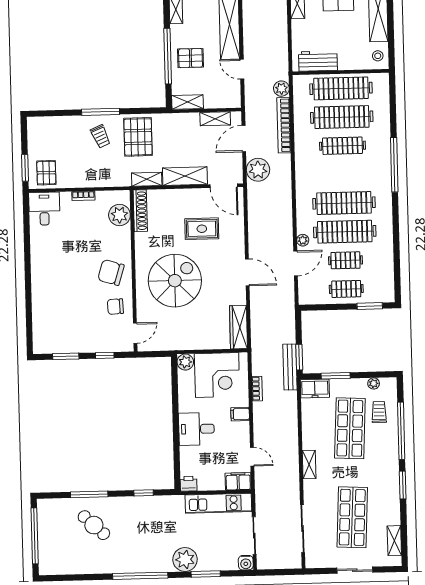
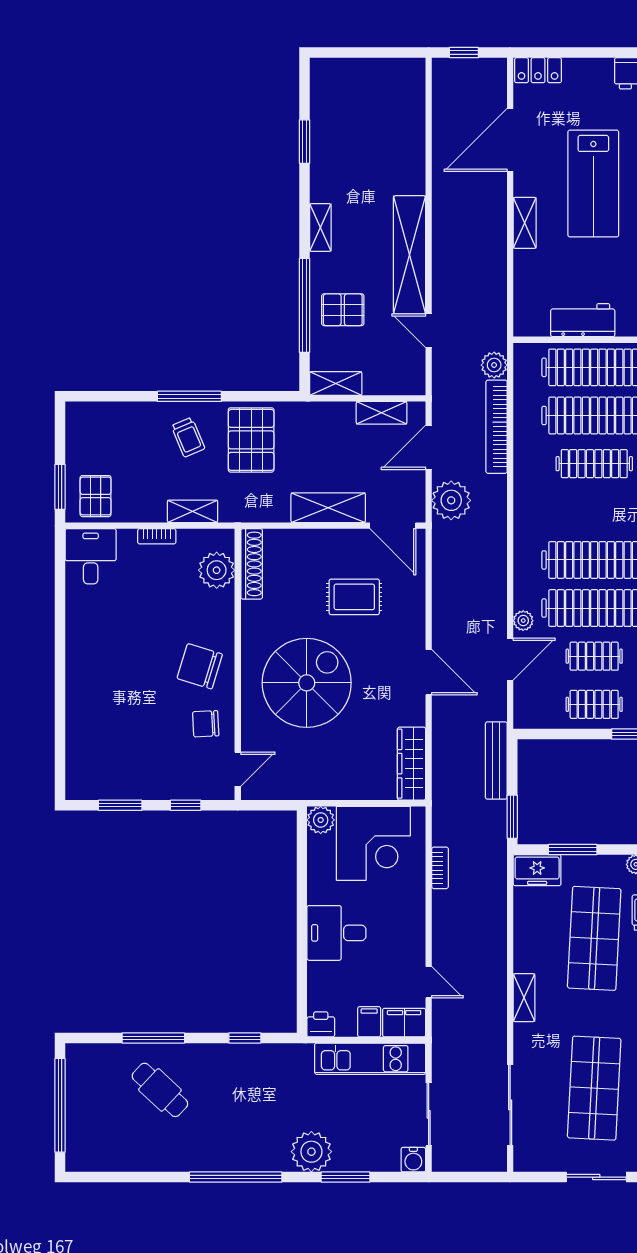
workbench: (318, 61) -> (583, 320), moved
shelving: (147, 179) -> (193, 511), moved
bench: (290, 367) -> (496, 760), moved
filing cabinet: (240, 414) -> (369, 1022), moved, turned 90

